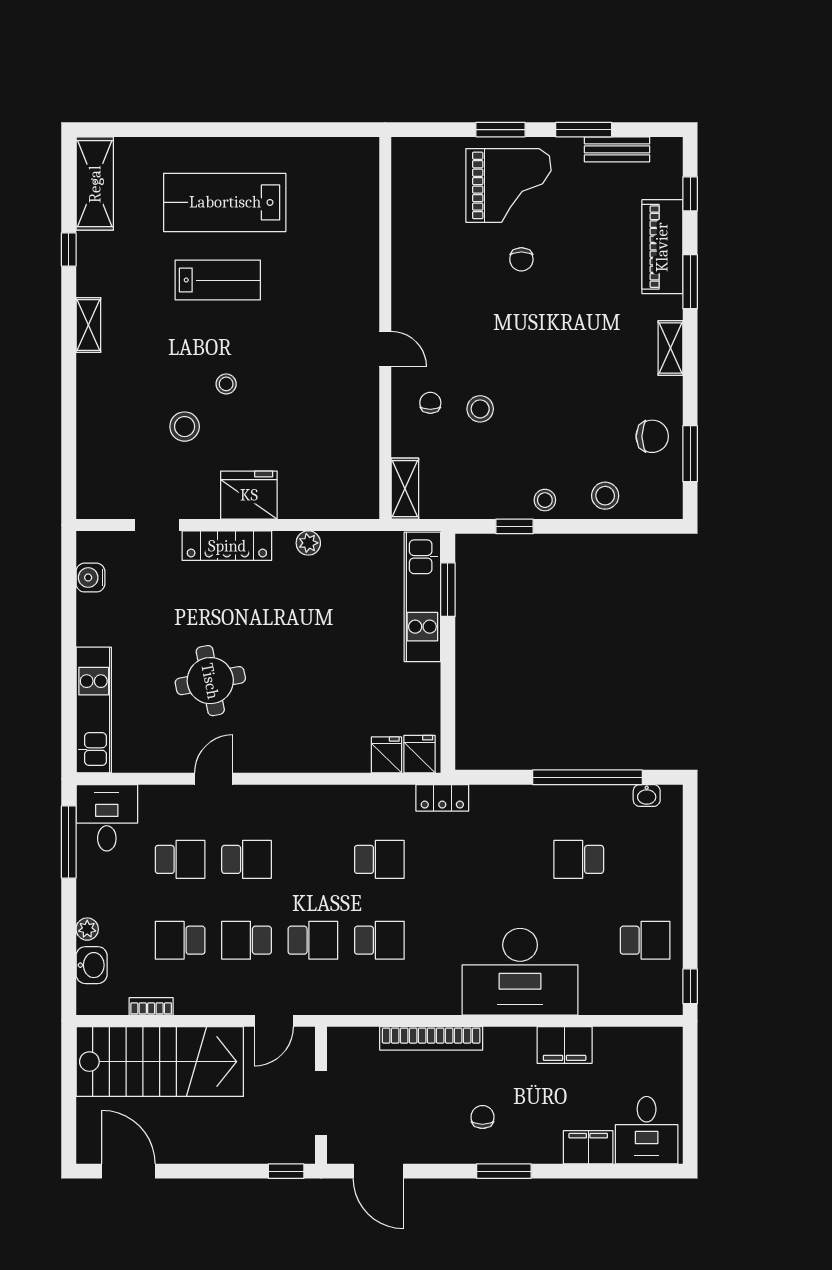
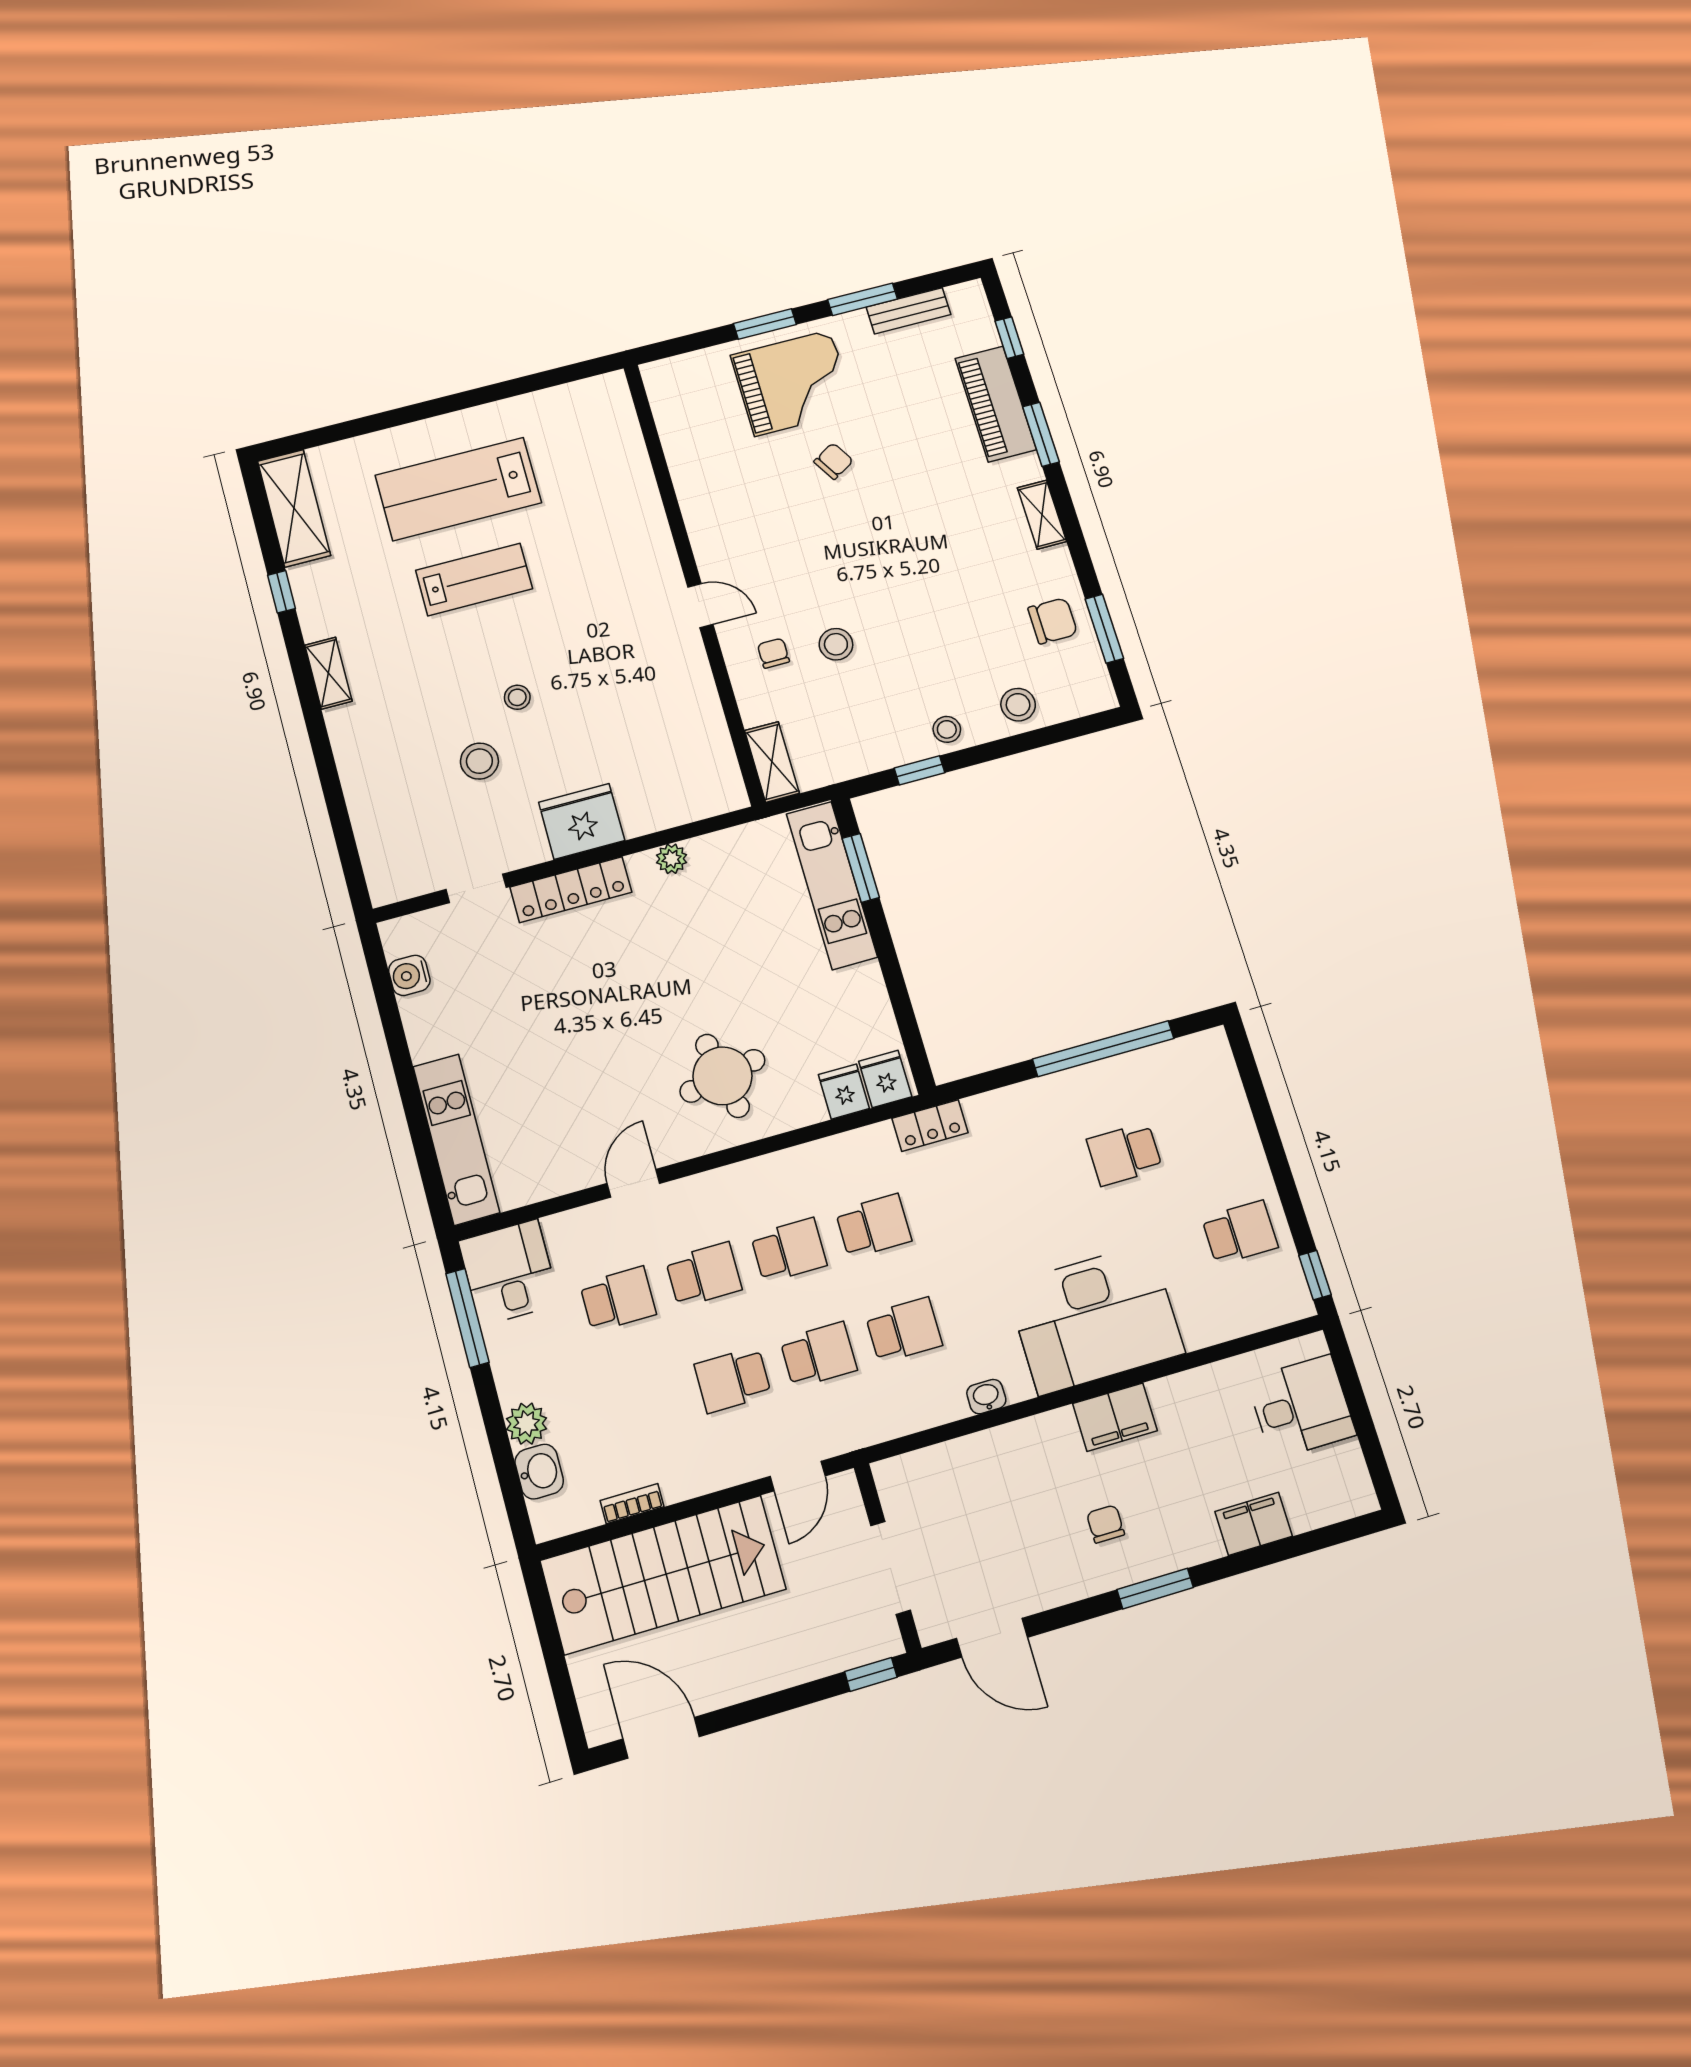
chair: (521, 259) -> (834, 461), turned -121
round table: (210, 681) -> (722, 1076), moved
washbasin: (647, 795) -> (986, 1397), moved, turned 180
plant: (87, 929) -> (526, 1424), width x1.38, depth x1.38
school desk: (180, 940) -> (789, 1250), moved, turned 180
bookcase: (431, 1038) -> (1008, 1439), removed
filing cabinet: (565, 1045) -> (1115, 1417), moved
desk: (647, 1130) -> (1301, 1407), moved, turned -90

